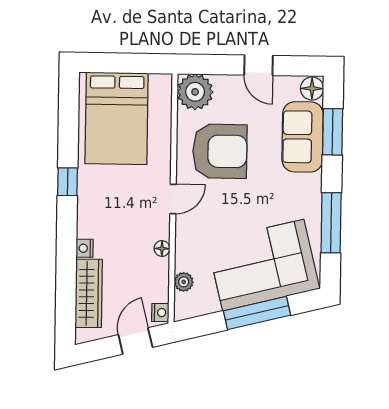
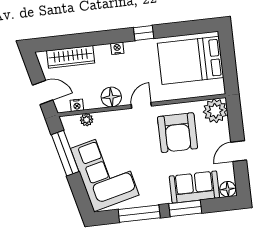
window: (333, 132) -> (185, 208), moved
door: (173, 199) -> (141, 105), swing flipped
nightstand: (85, 248) -> (117, 48), moved
floor lamp: (162, 249) -> (111, 97), width x1.89, depth x1.89
nightstand: (160, 313) -> (77, 105), moved
window: (257, 313) -> (65, 153), moved

